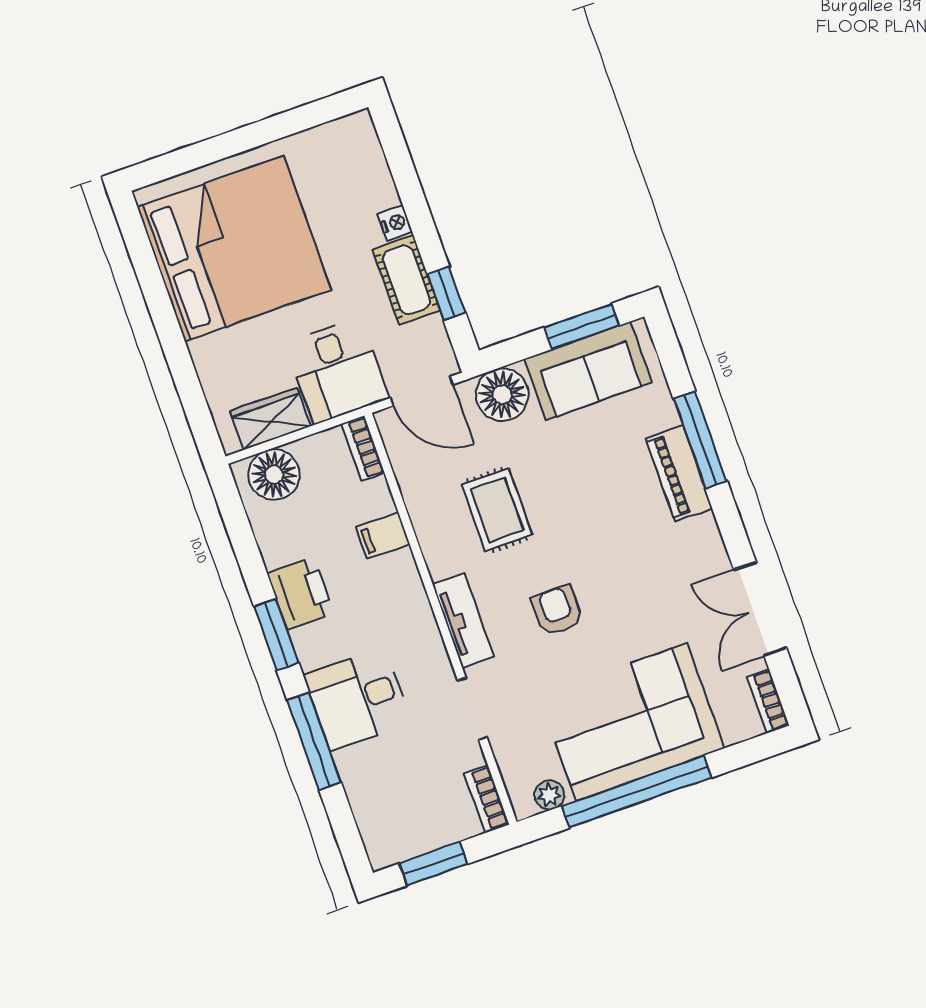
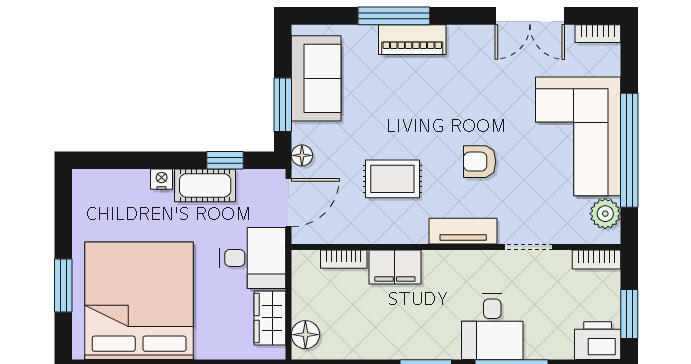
window: (220, 148) -> (63, 285), added
window: (582, 326) -> (283, 105), moved
floor lamp: (502, 395) -> (302, 155), width x0.53, depth x0.53
bookcase: (363, 448) -> (344, 259), moved
floor lamp: (274, 475) -> (305, 335), width x0.73, depth x0.73
filing cabinet: (383, 536) -> (395, 267), width x2.00
printer: (300, 593) -> (598, 341), moved
plant: (549, 795) -> (605, 214), width x1.38, depth x1.38

